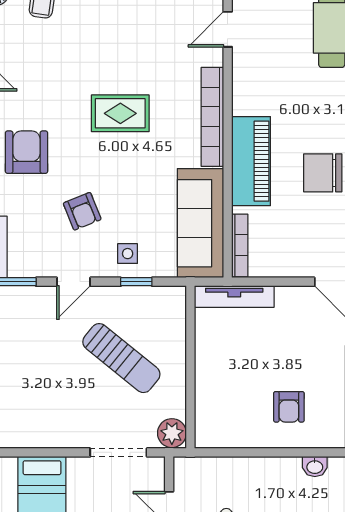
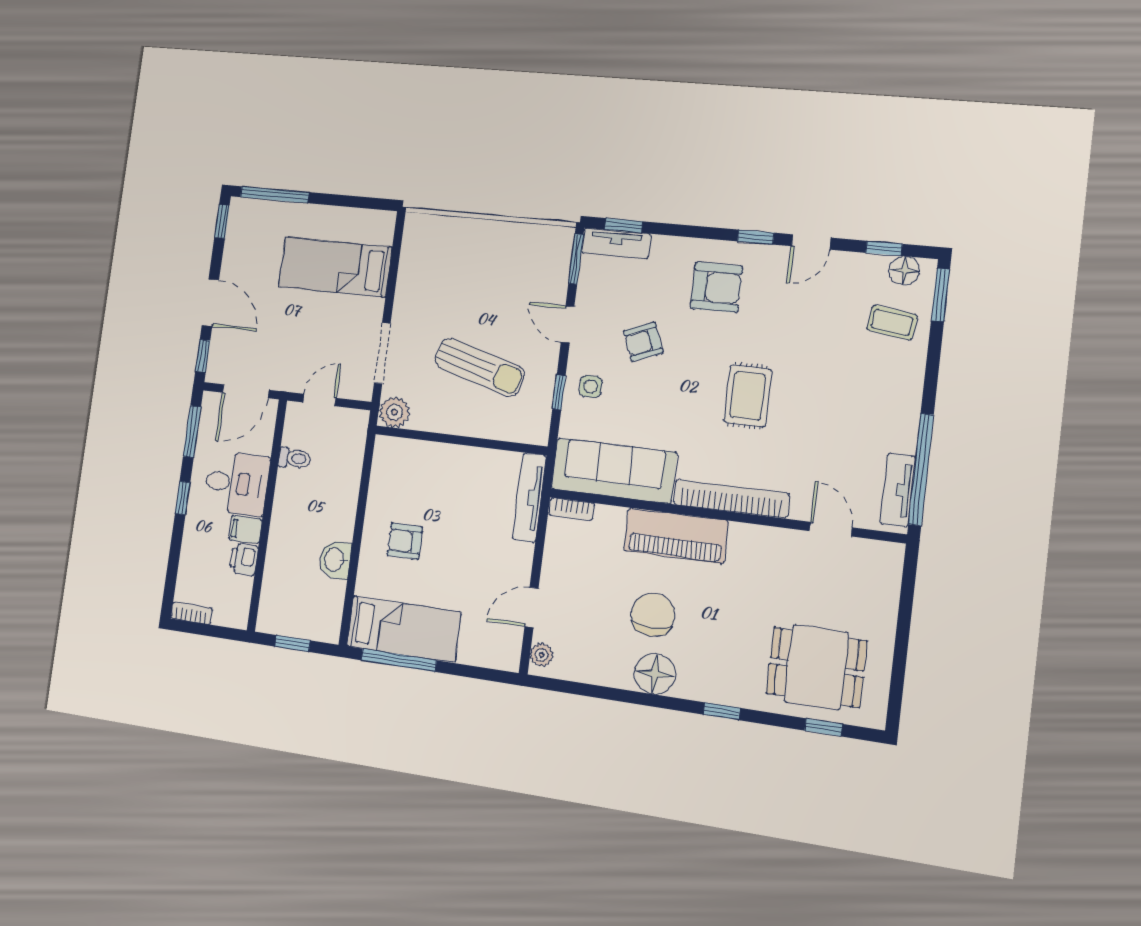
bookcase: (240, 245) -> (572, 509), width x0.64
sun lounger: (121, 358) -> (480, 367), turned -113
washbasin: (315, 467) -> (335, 560), width x1.38, depth x1.45

